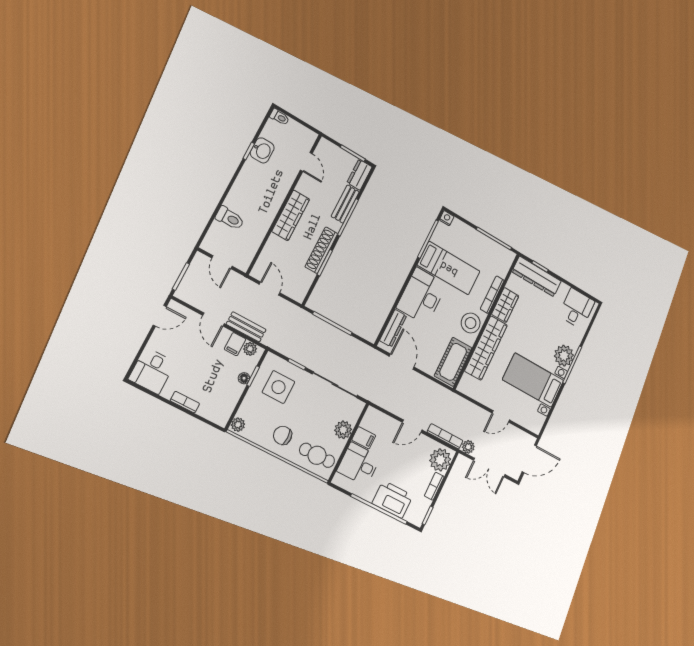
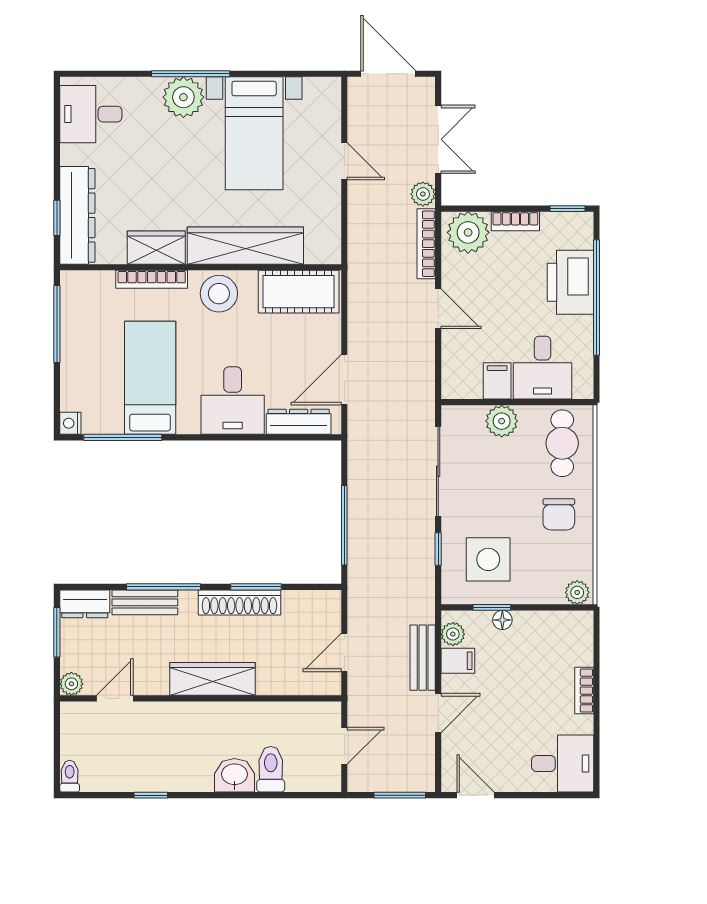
plant: (324, 145) -> (71, 684), added
washbasin: (262, 150) -> (234, 775), moved
desk: (422, 296) -> (233, 401), width x0.73

